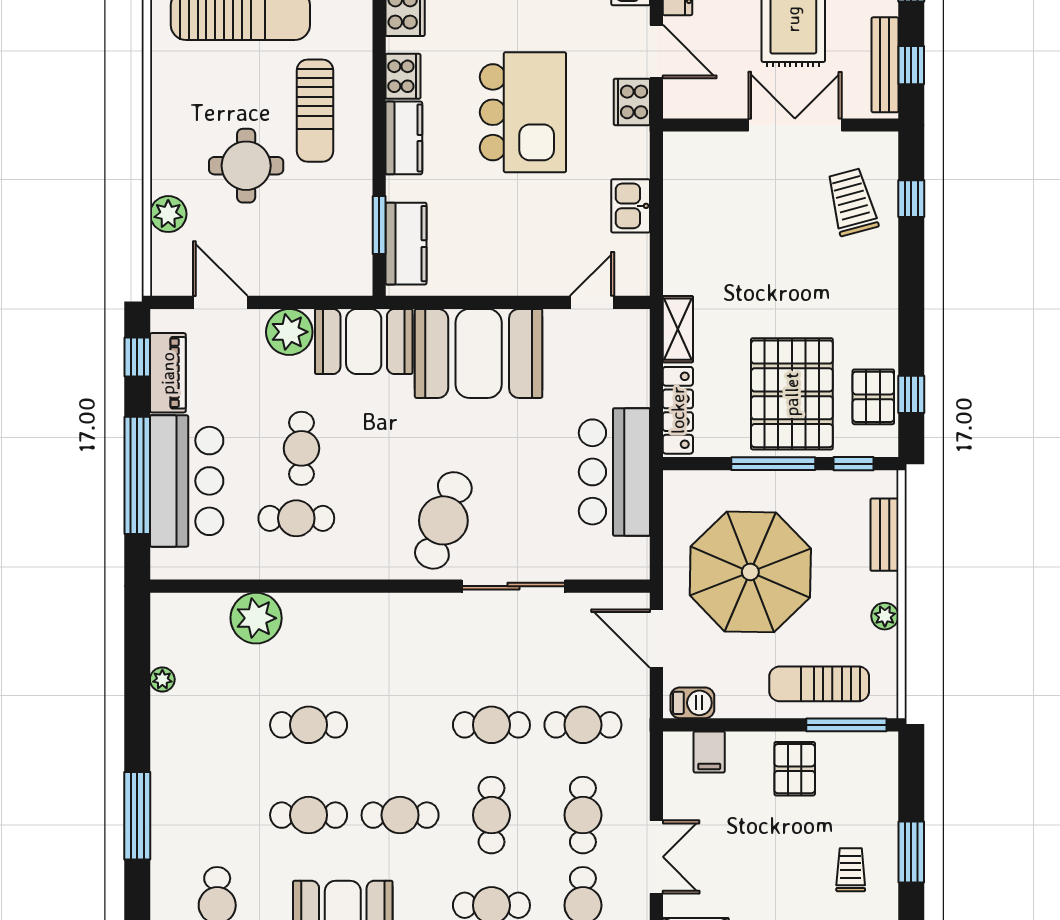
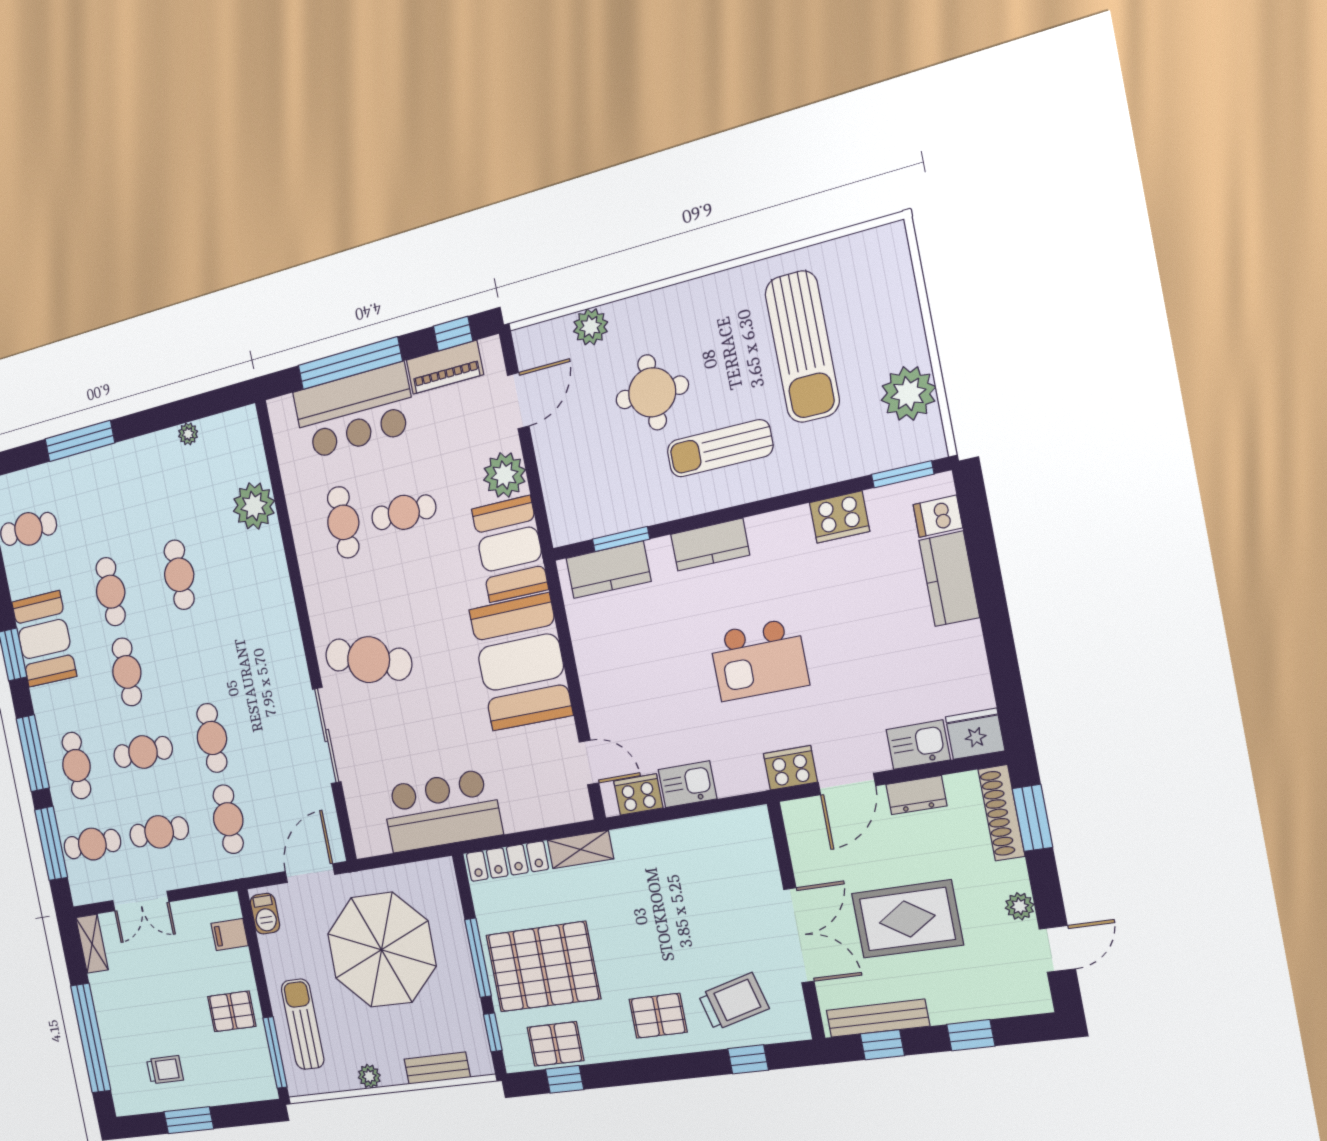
cooker: (403, 76) -> (638, 795), moved, turned 180
kitchen island: (523, 112) -> (759, 660), width x0.73, depth x0.78
pallet: (857, 282) -> (658, 1016), added

